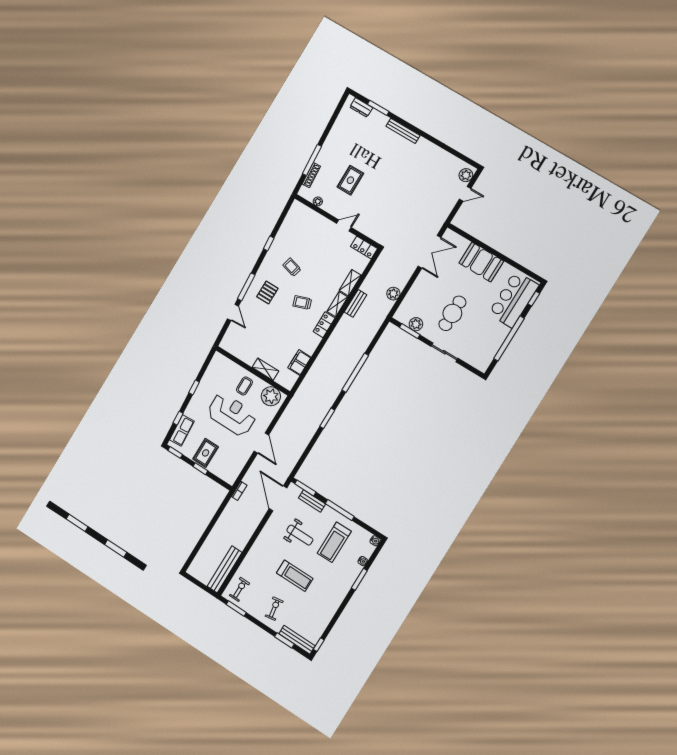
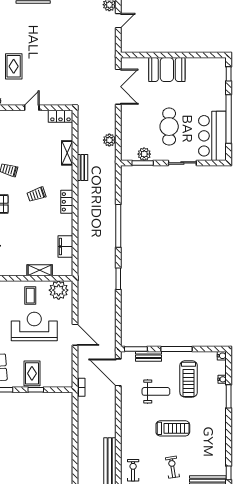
bar counter: (514, 299) -> (212, 136), moved
shelving: (337, 304) -> (67, 178), removed

